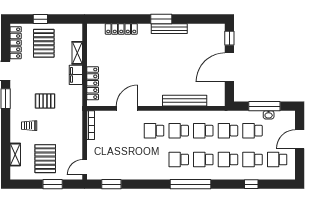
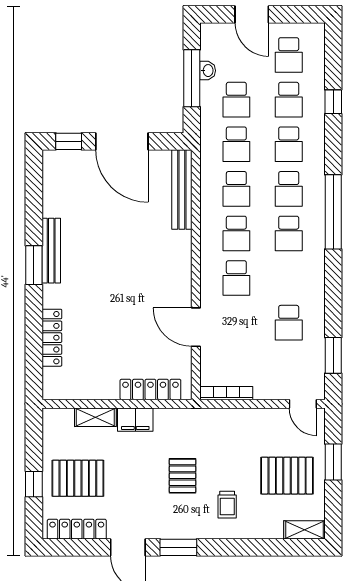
bench: (185, 101) -> (182, 189), moved
shelving: (15, 155) -> (305, 530), moved
school desk: (130, 160) -> (289, 323), added

